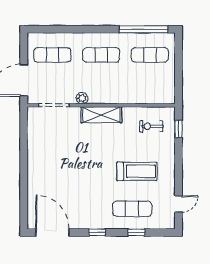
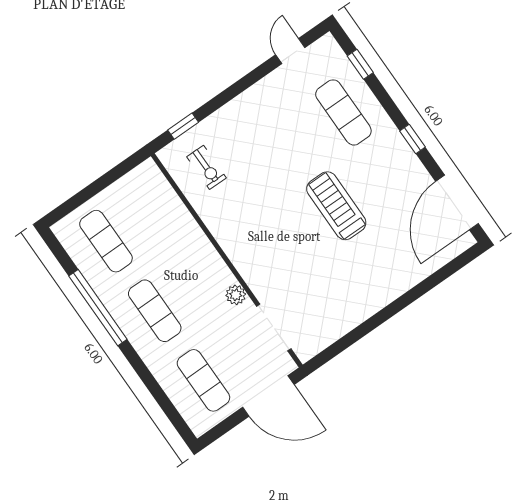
window: (144, 29) -> (98, 308), moved
shelving: (102, 115) -> (240, 250), removed
treadmill: (137, 171) -> (336, 206), moved
door: (179, 204) -> (290, 51), hinge flipped
window: (136, 232) -> (360, 64), moved

